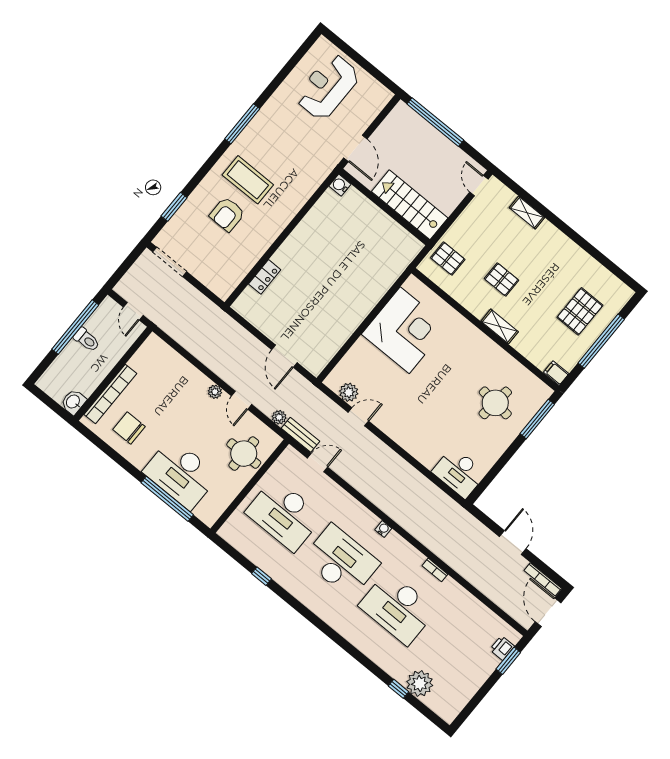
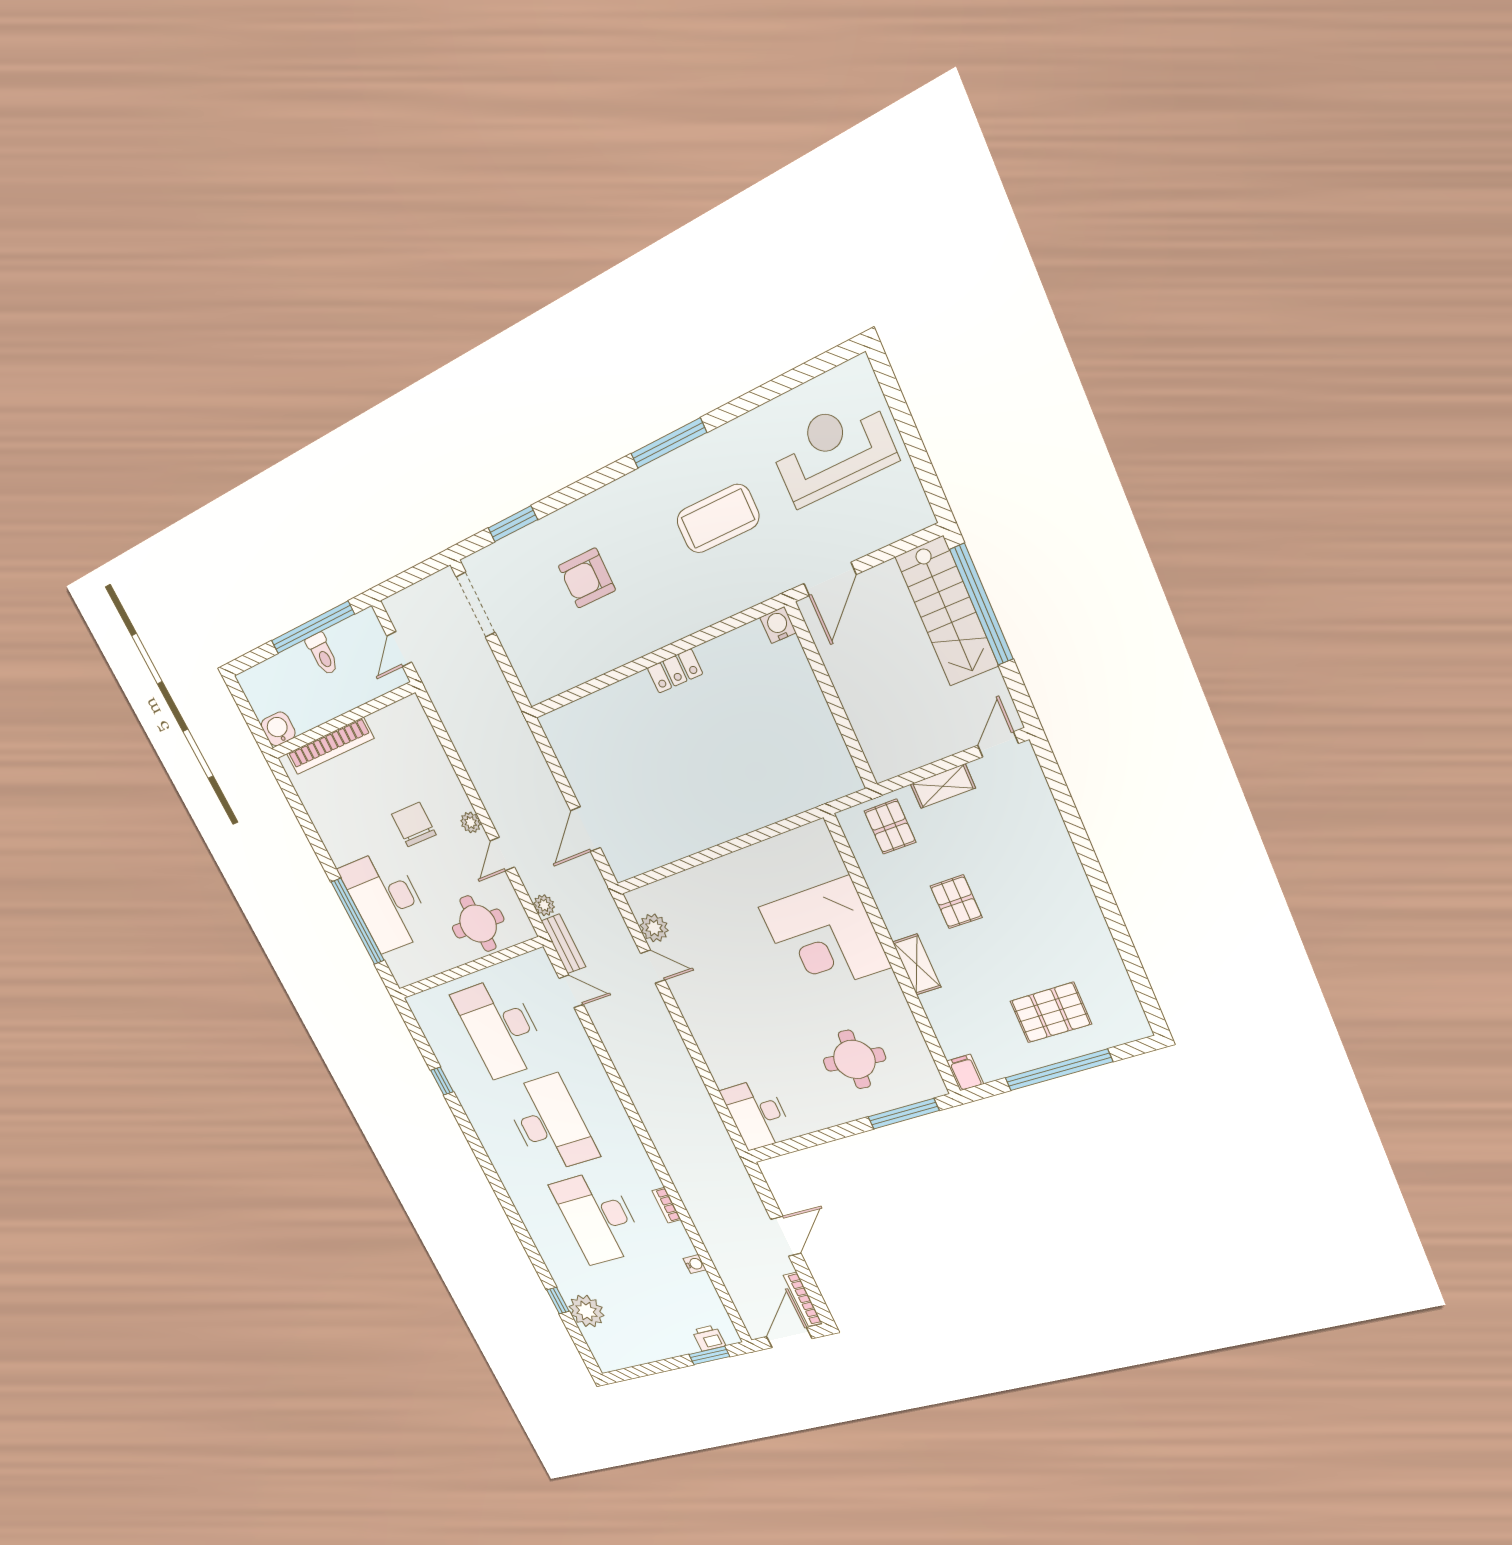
coffee table: (248, 180) -> (718, 519), moved, turned 90
stairs: (410, 205) -> (947, 612), moved, turned 180
shelving: (527, 213) -> (943, 786), moved, turned 90
locker: (265, 277) -> (675, 671), moved
corner desk: (405, 330) -> (825, 937), moved, turned 90
chair: (129, 428) -> (414, 825), moved
water cooler: (383, 529) -> (695, 1264), moved

